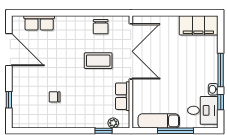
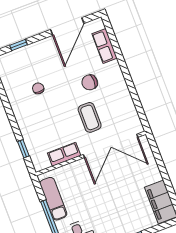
chair: (101, 27) -> (90, 82), moved
plant: (113, 123) -> (34, 155), removed

